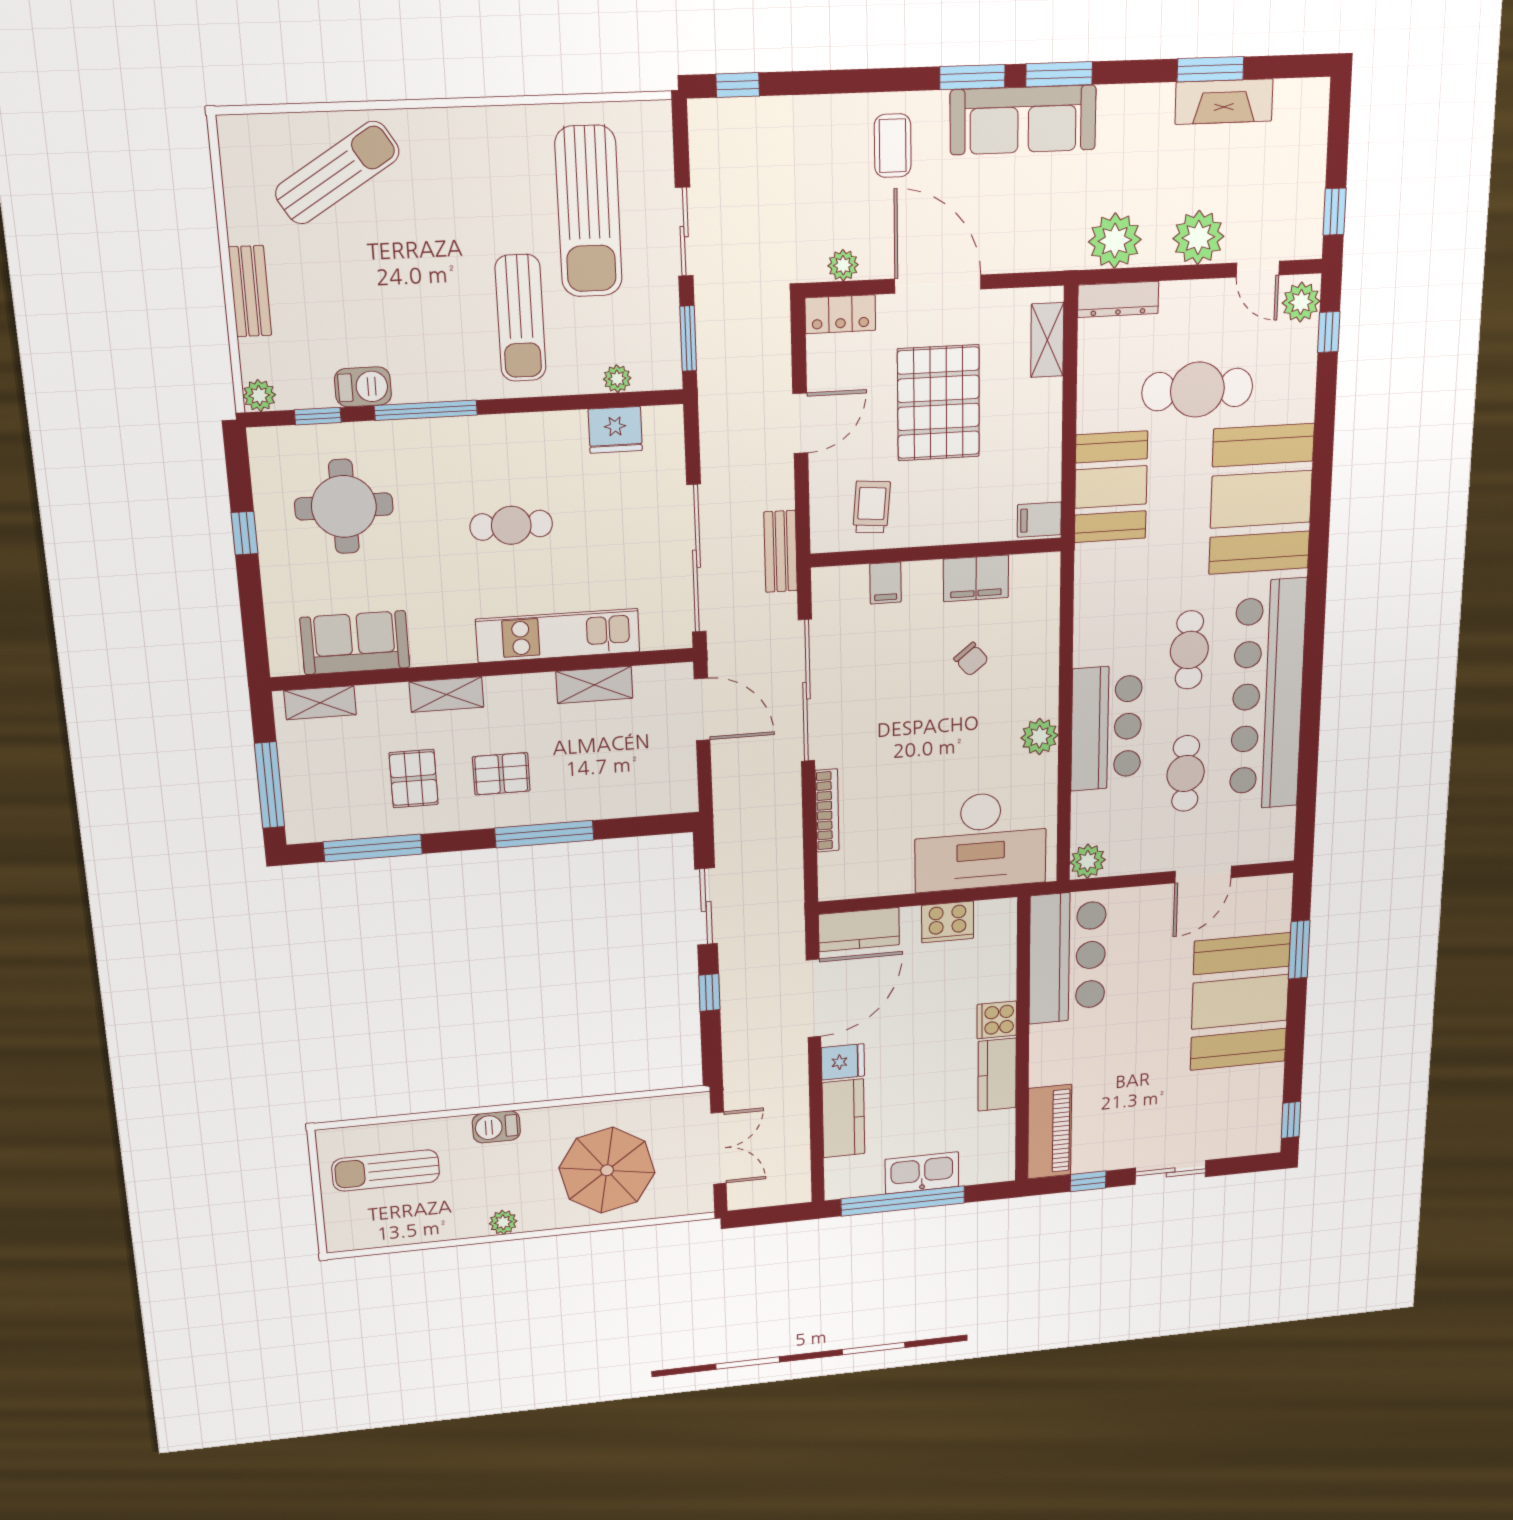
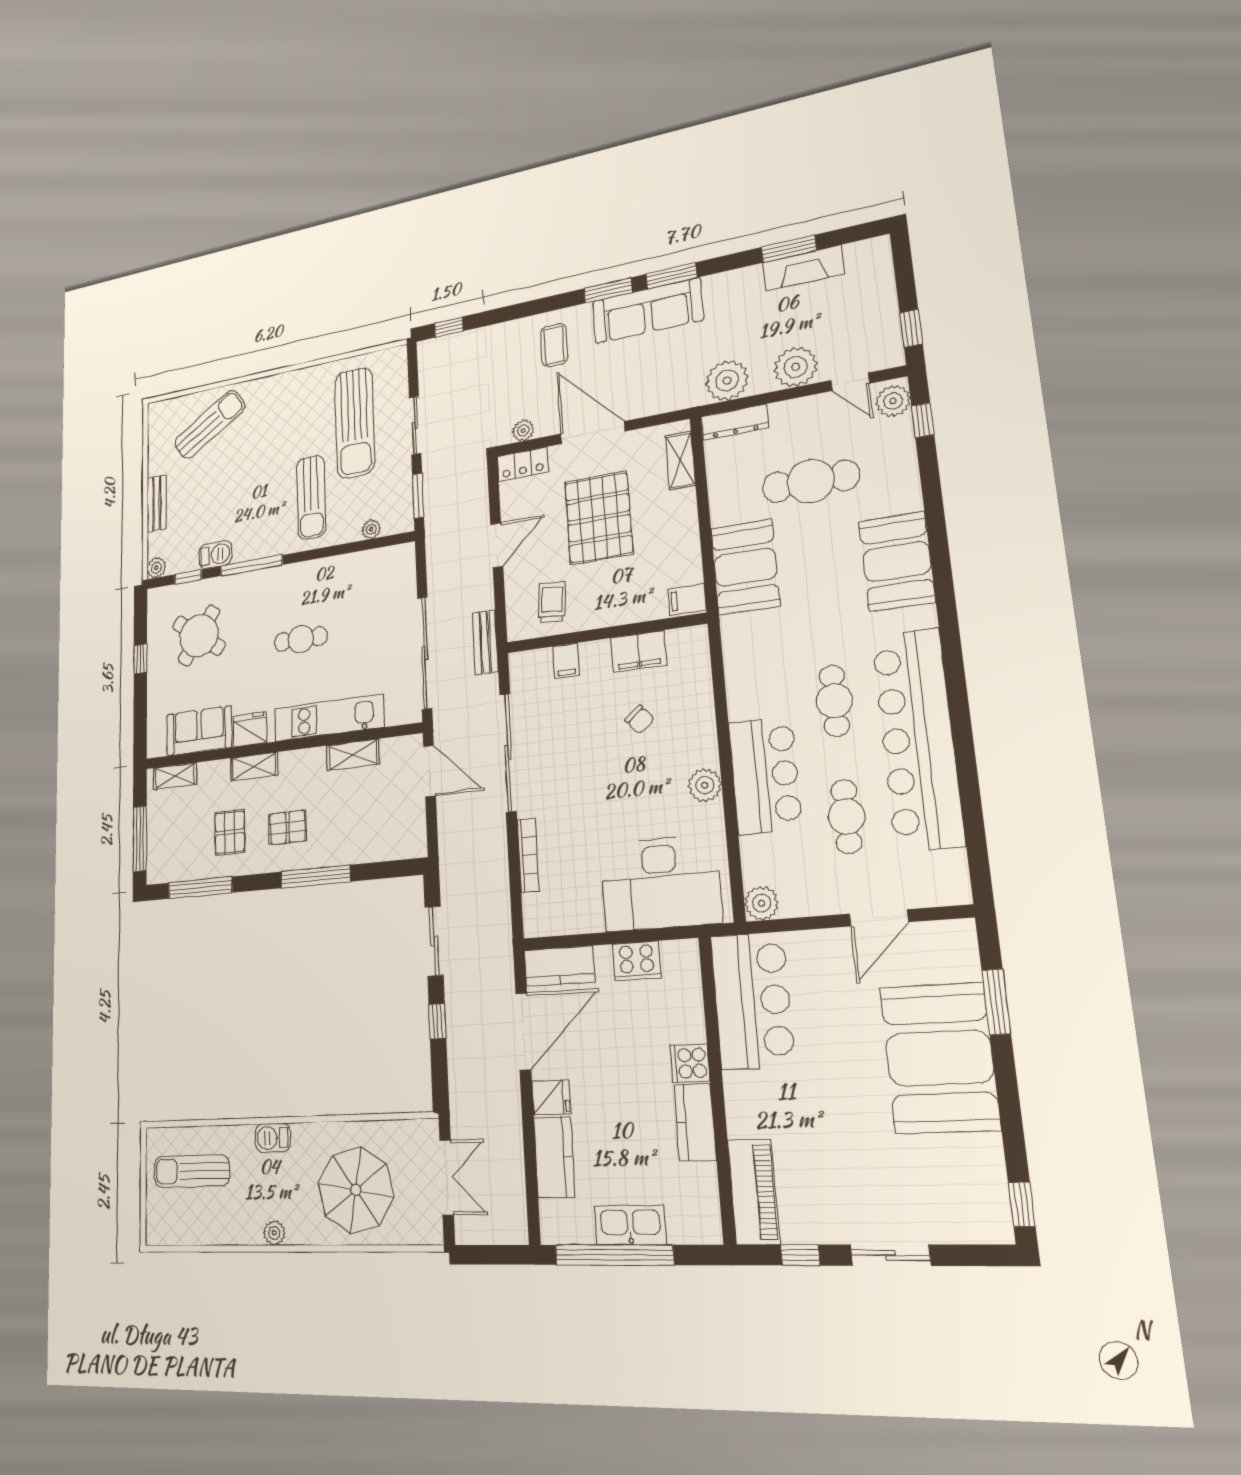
fridge: (615, 430) -> (250, 729), moved, turned 180
booth: (1261, 499) -> (897, 562), width x0.73, depth x0.70
round table: (344, 506) -> (199, 636), turned 35

